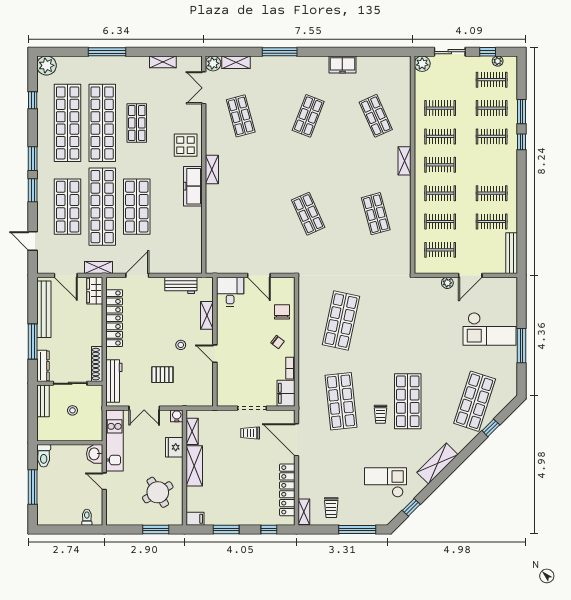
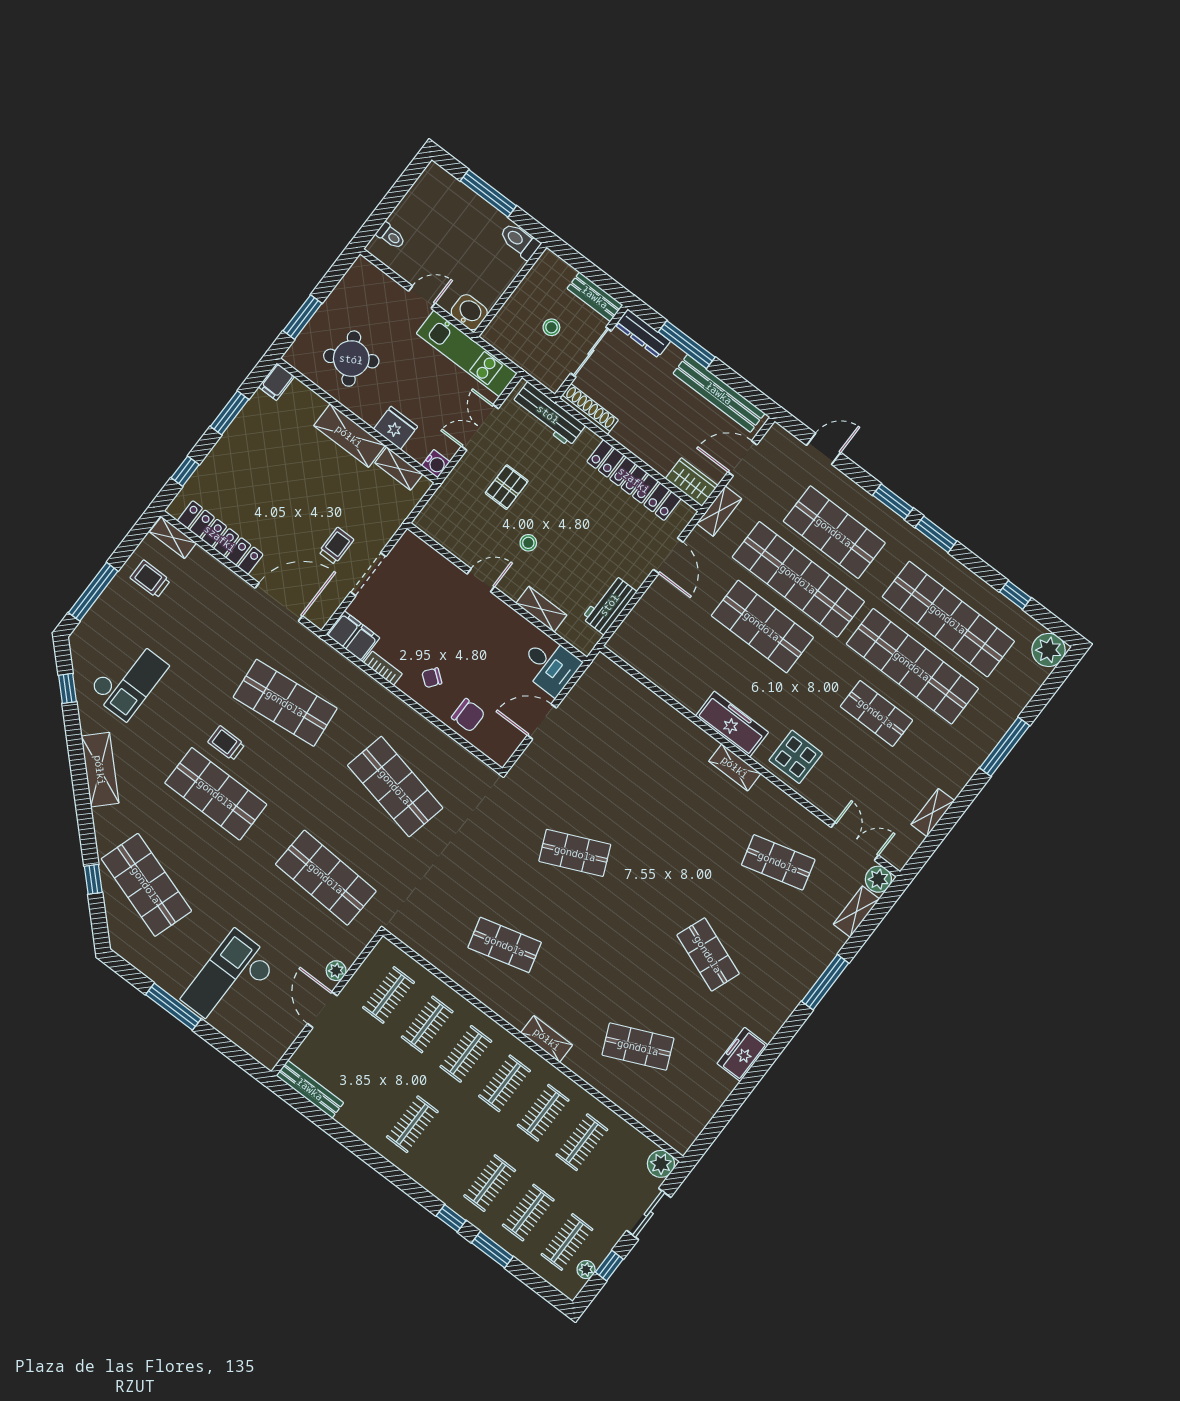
clothes rail: (492, 222) -> (374, 1095), removed
shop shelf: (408, 321) -> (326, 878), added

